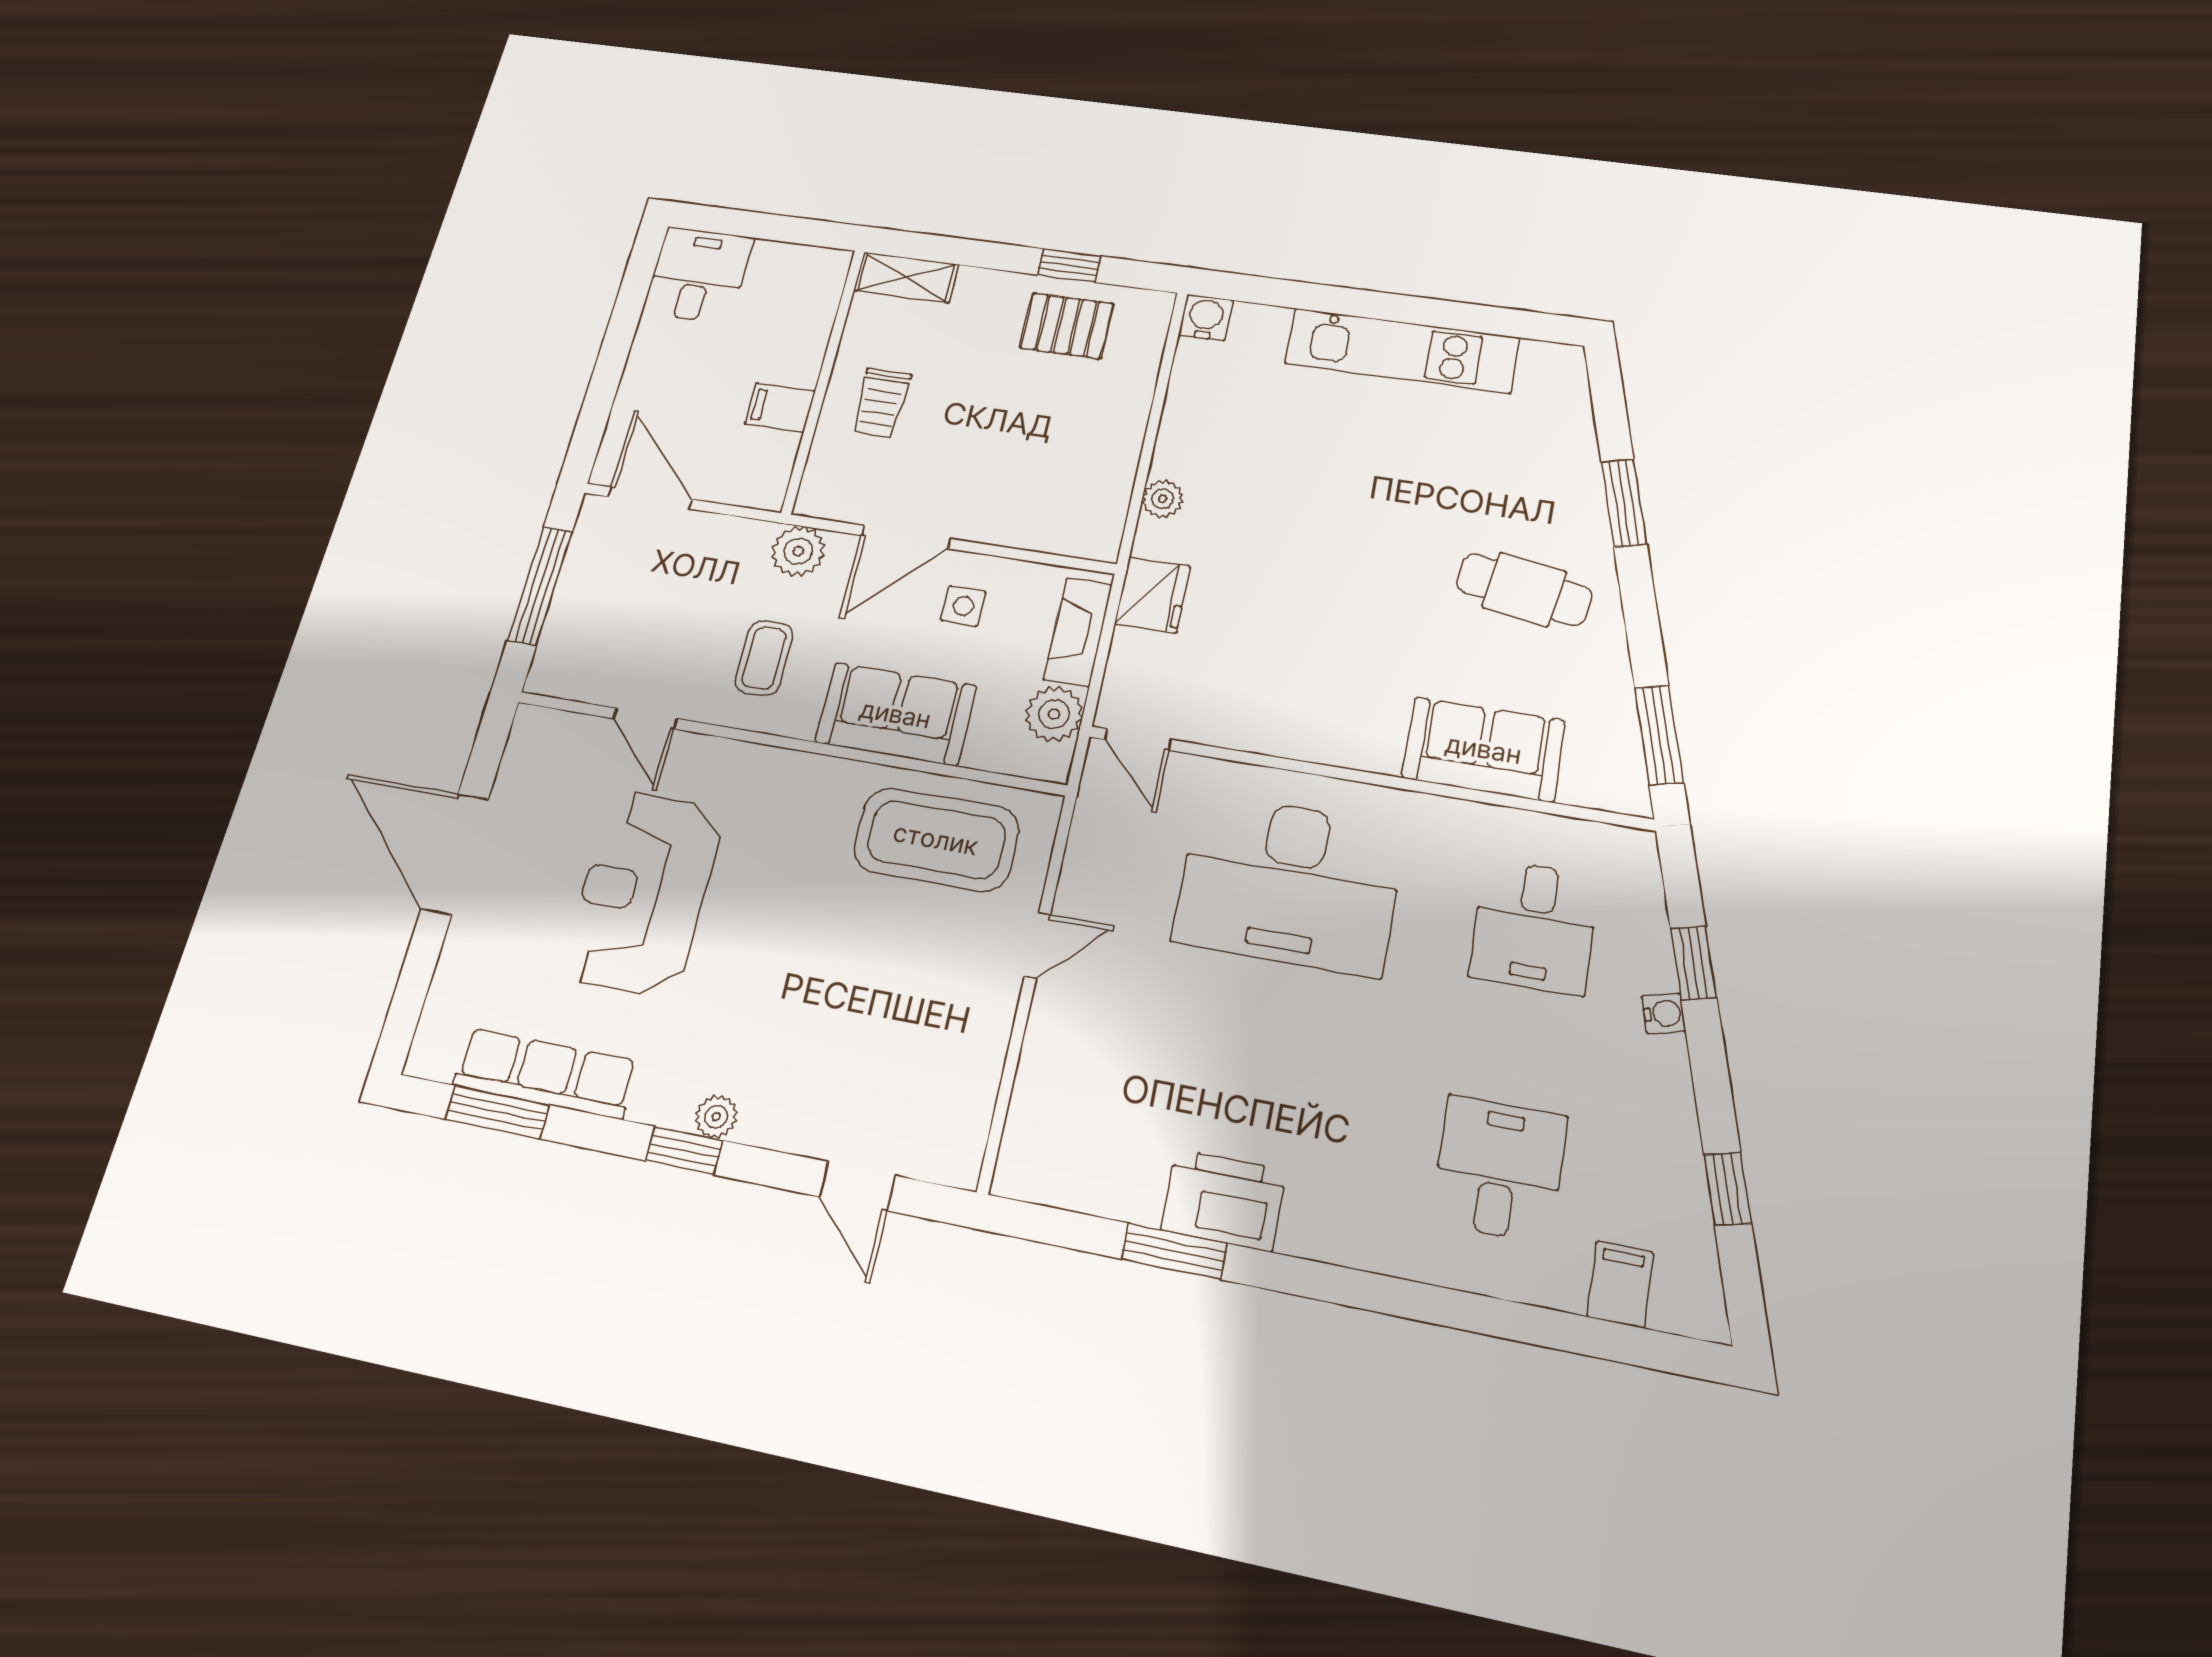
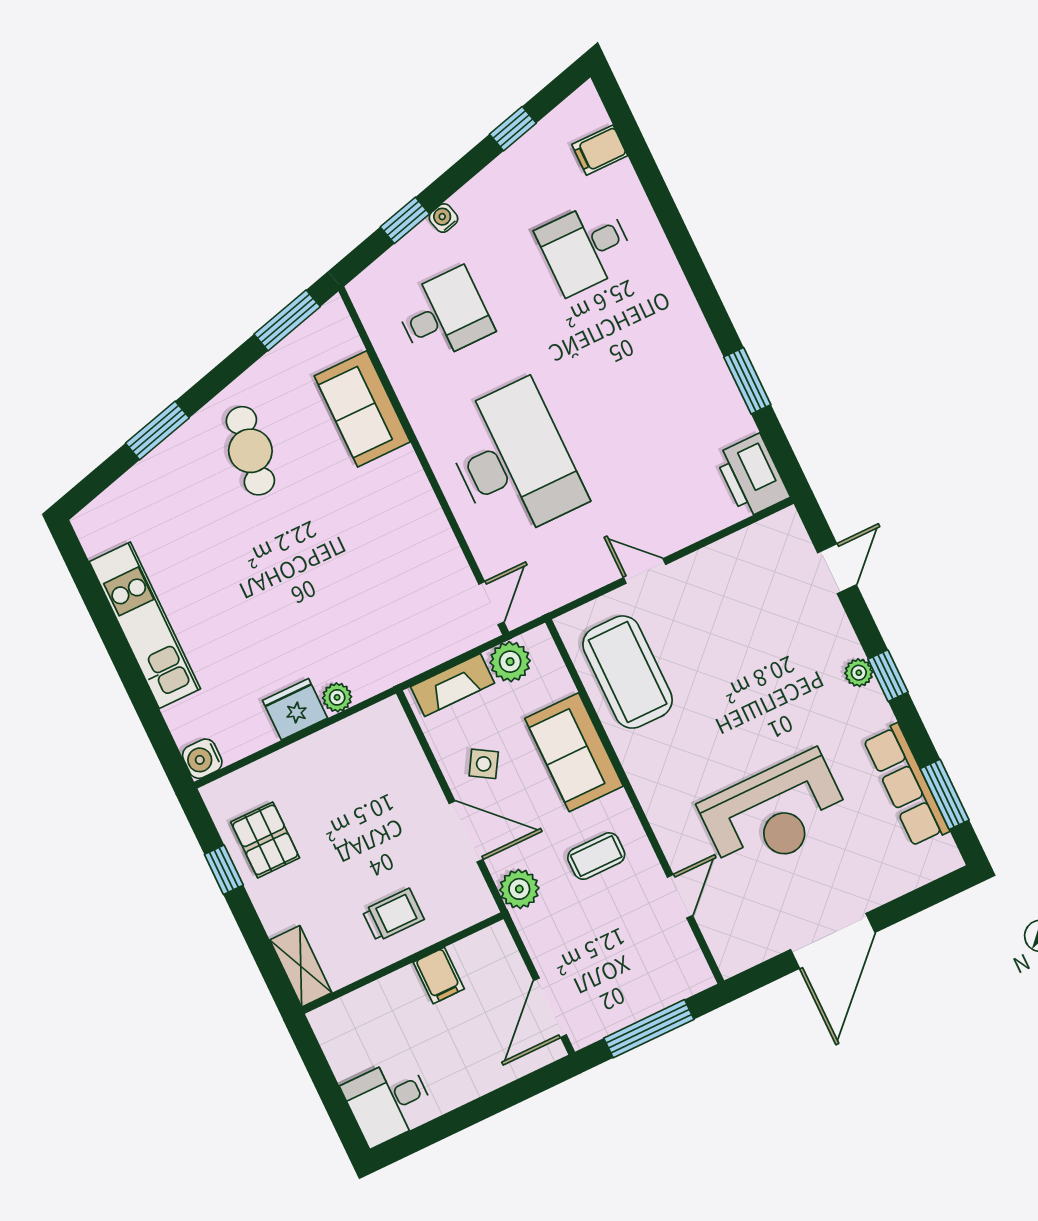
fridge: (1152, 595) -> (295, 709), moved
side table: (963, 606) -> (484, 764), turned 31
printer: (1224, 1200) -> (752, 476), moved

